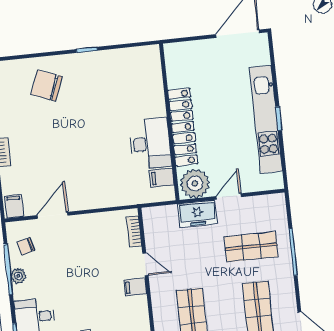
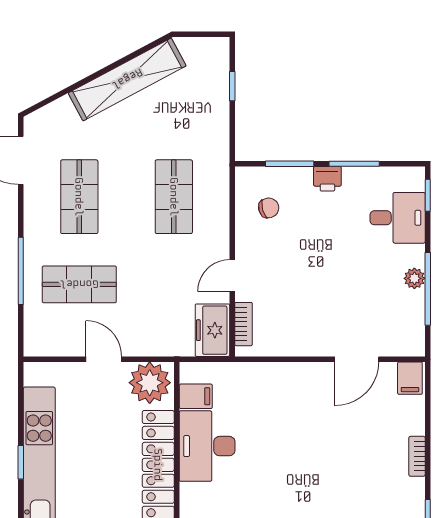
door: (229, 197) -> (104, 359), swing flipped
freezer: (197, 214) -> (212, 330), moved, turned -90
chair: (26, 246) -> (269, 208), moved
door: (145, 264) -> (232, 276), hinge flipped
filing cabinet: (135, 287) -> (250, 245), removed

